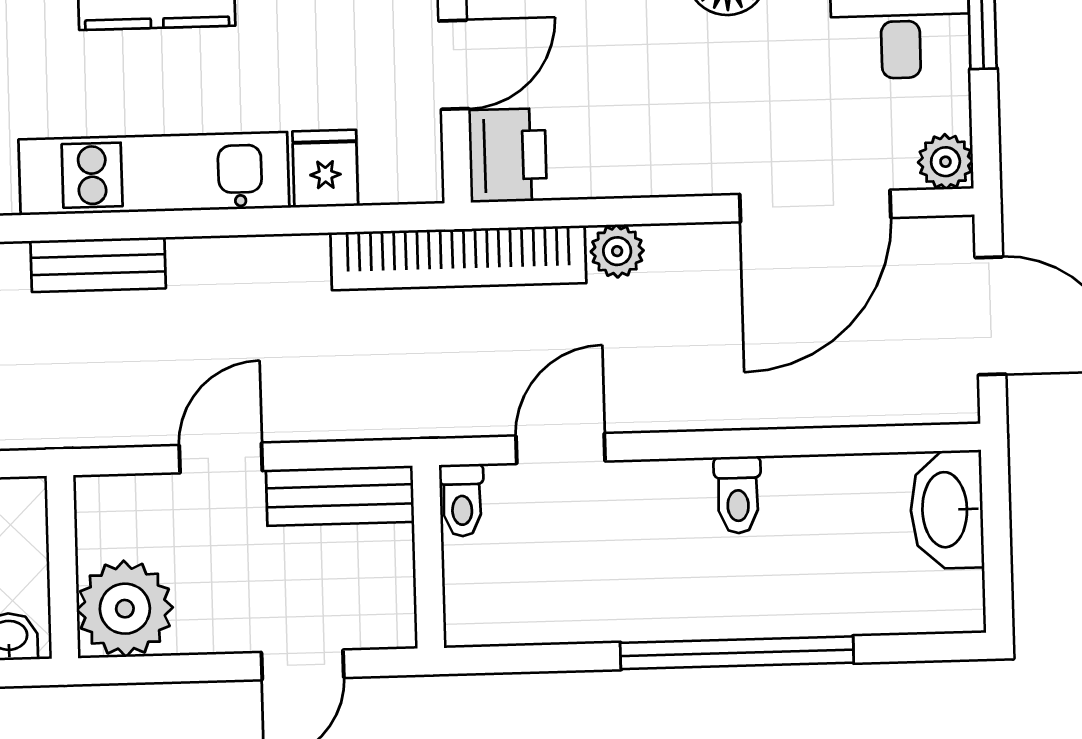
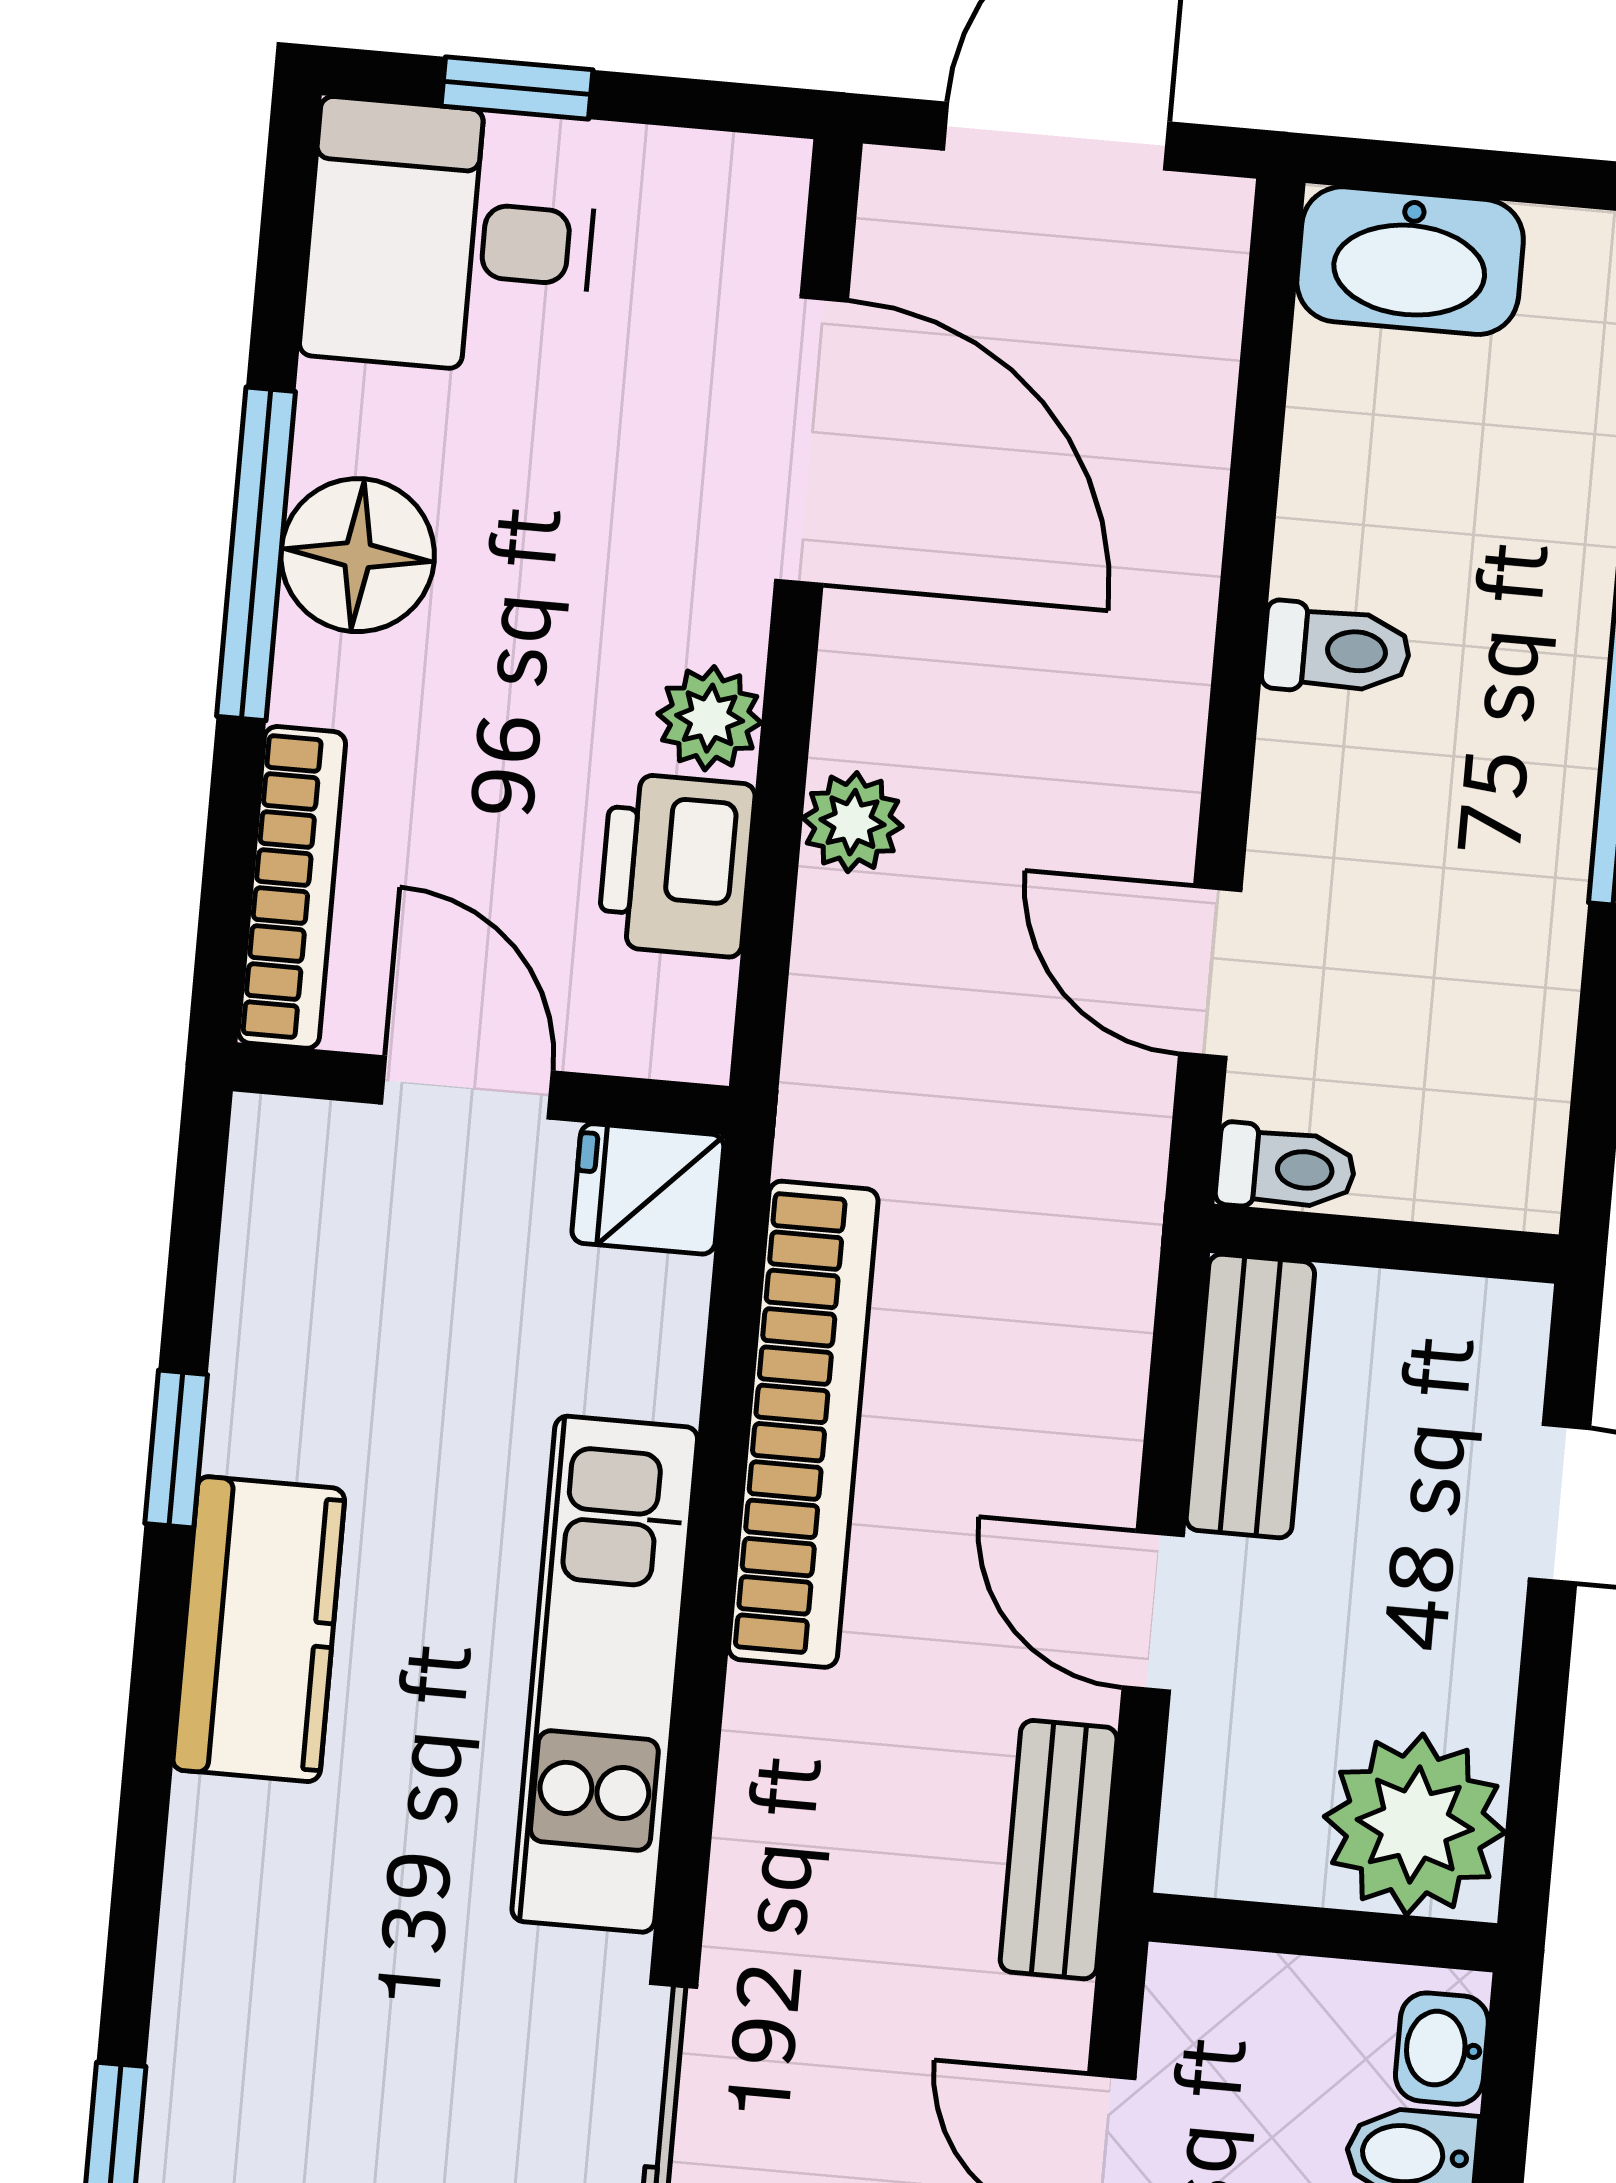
printer: (508, 155) -> (676, 865), moved, turned -90
plant: (945, 162) -> (710, 718), moved
fridge: (325, 169) -> (648, 1189), moved
bookcase: (458, 258) -> (803, 1424), moved
bench: (98, 265) -> (1059, 1850), moved

